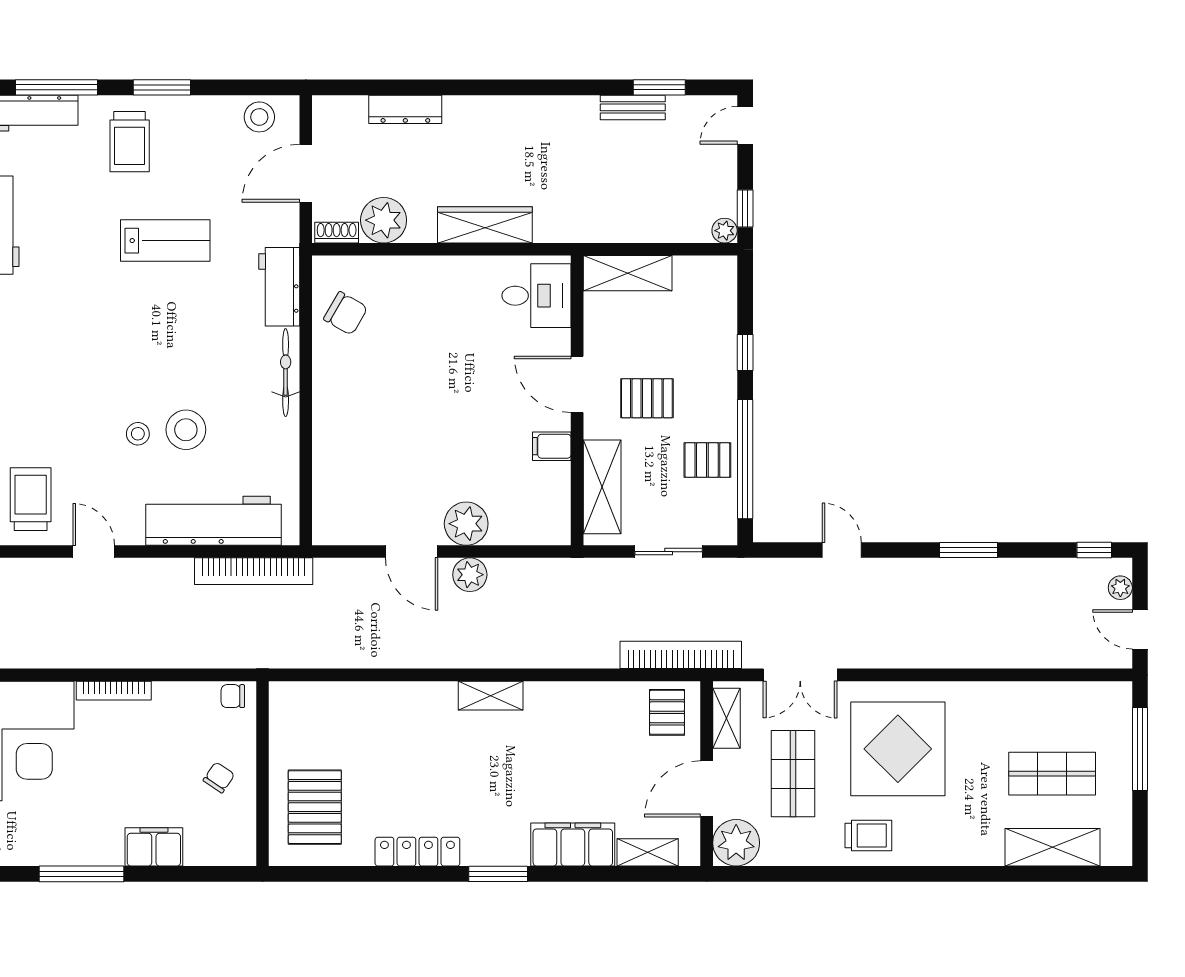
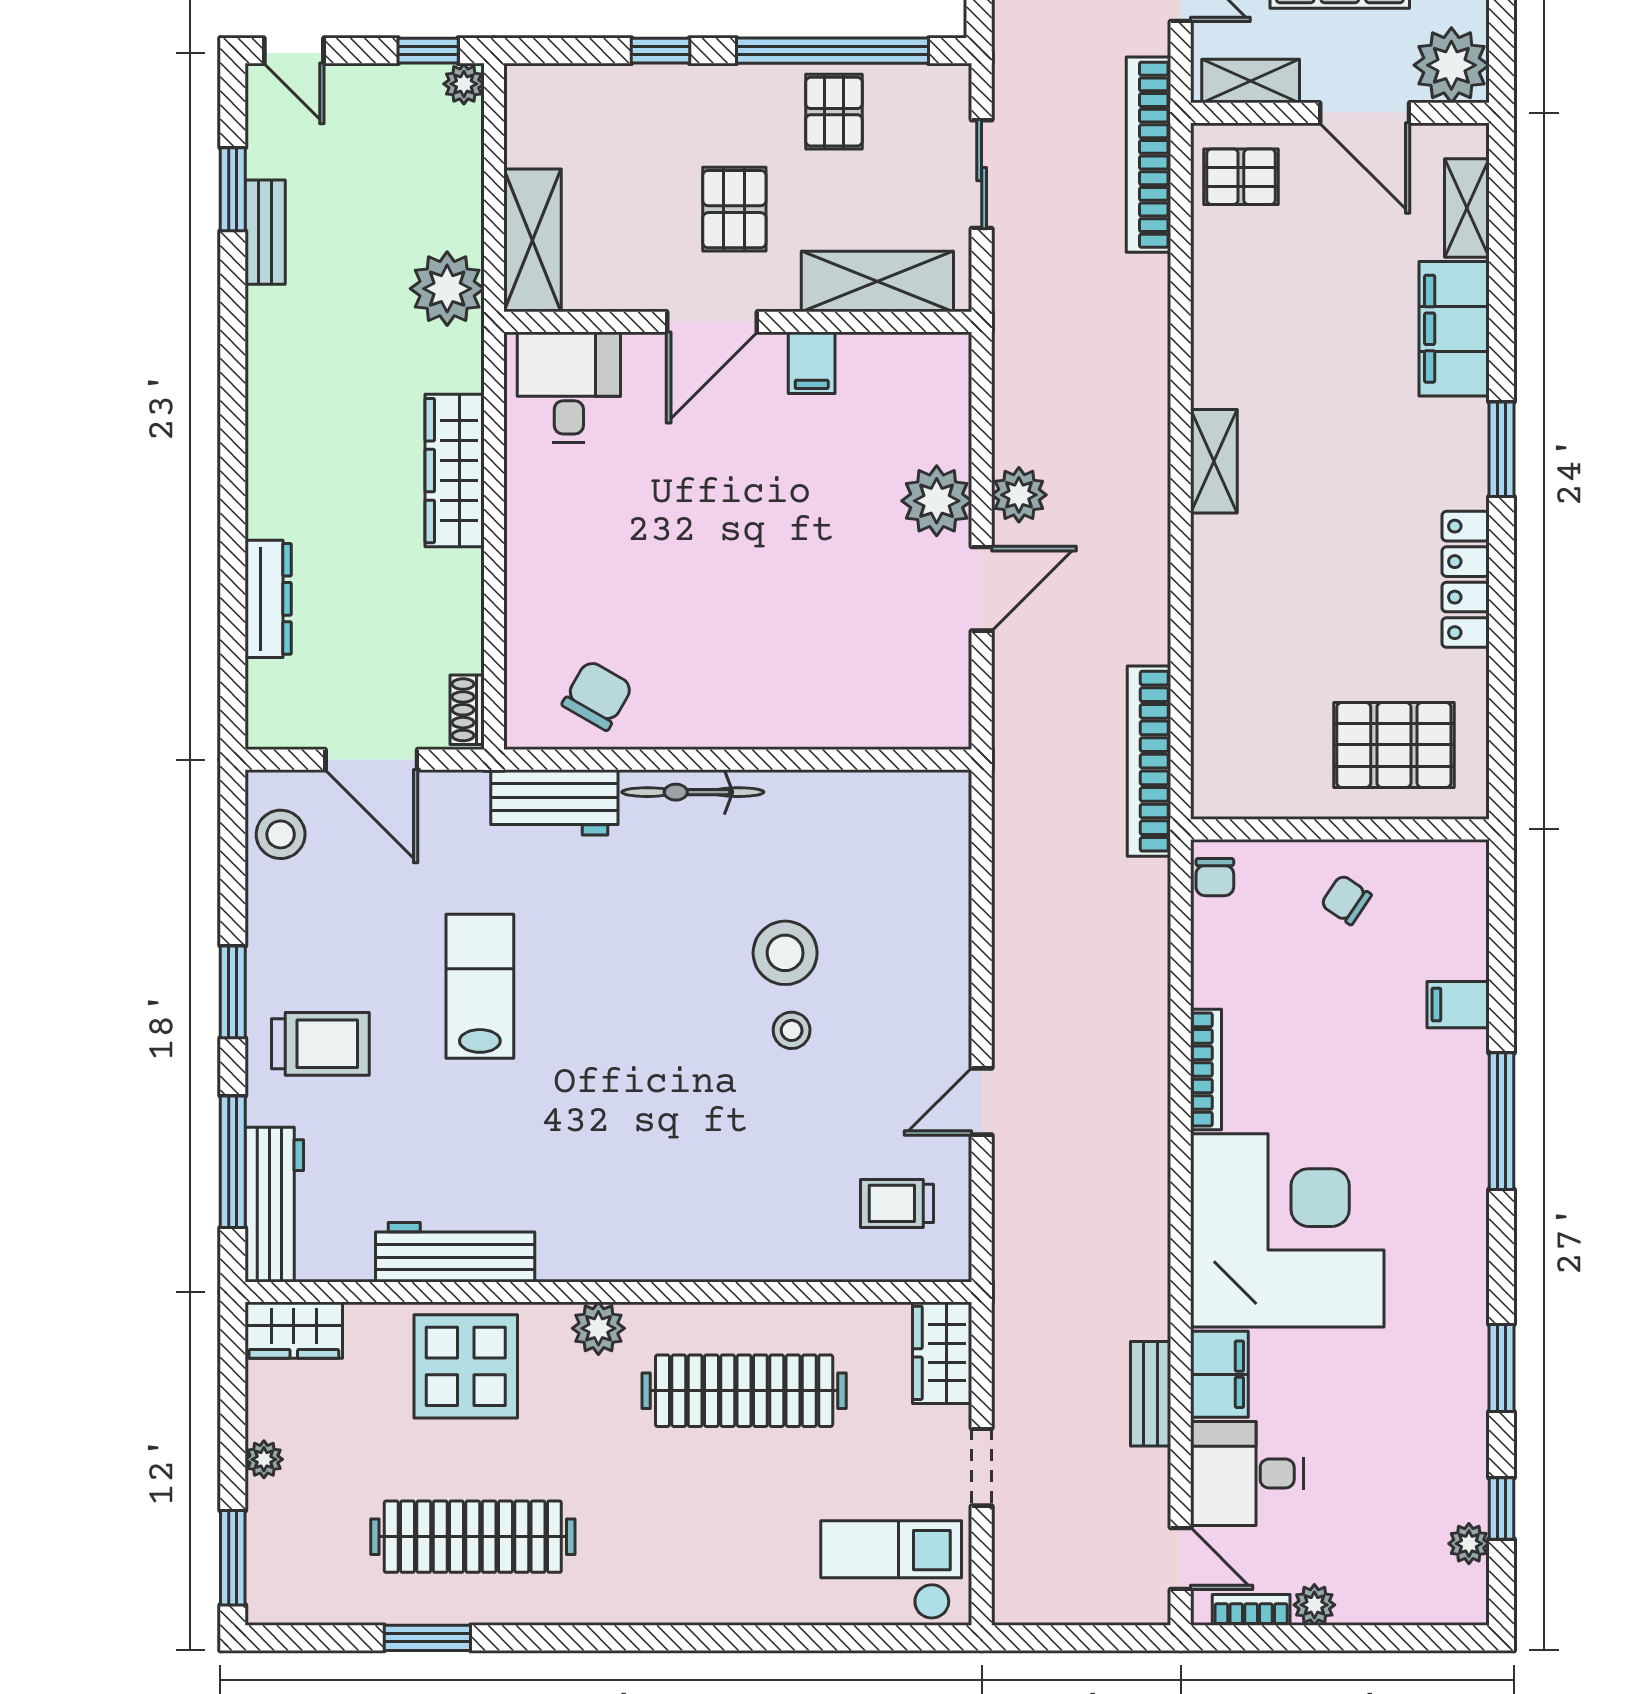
plant: (384, 220) -> (447, 289), moved
trolley: (31, 499) -> (897, 1203), width x0.73, depth x0.72
workbench: (213, 521) -> (932, 908), removed
bookcase: (254, 571) -> (1149, 761), moved, turned 180
filing cabinet: (154, 847) -> (1458, 1005), width x0.50

